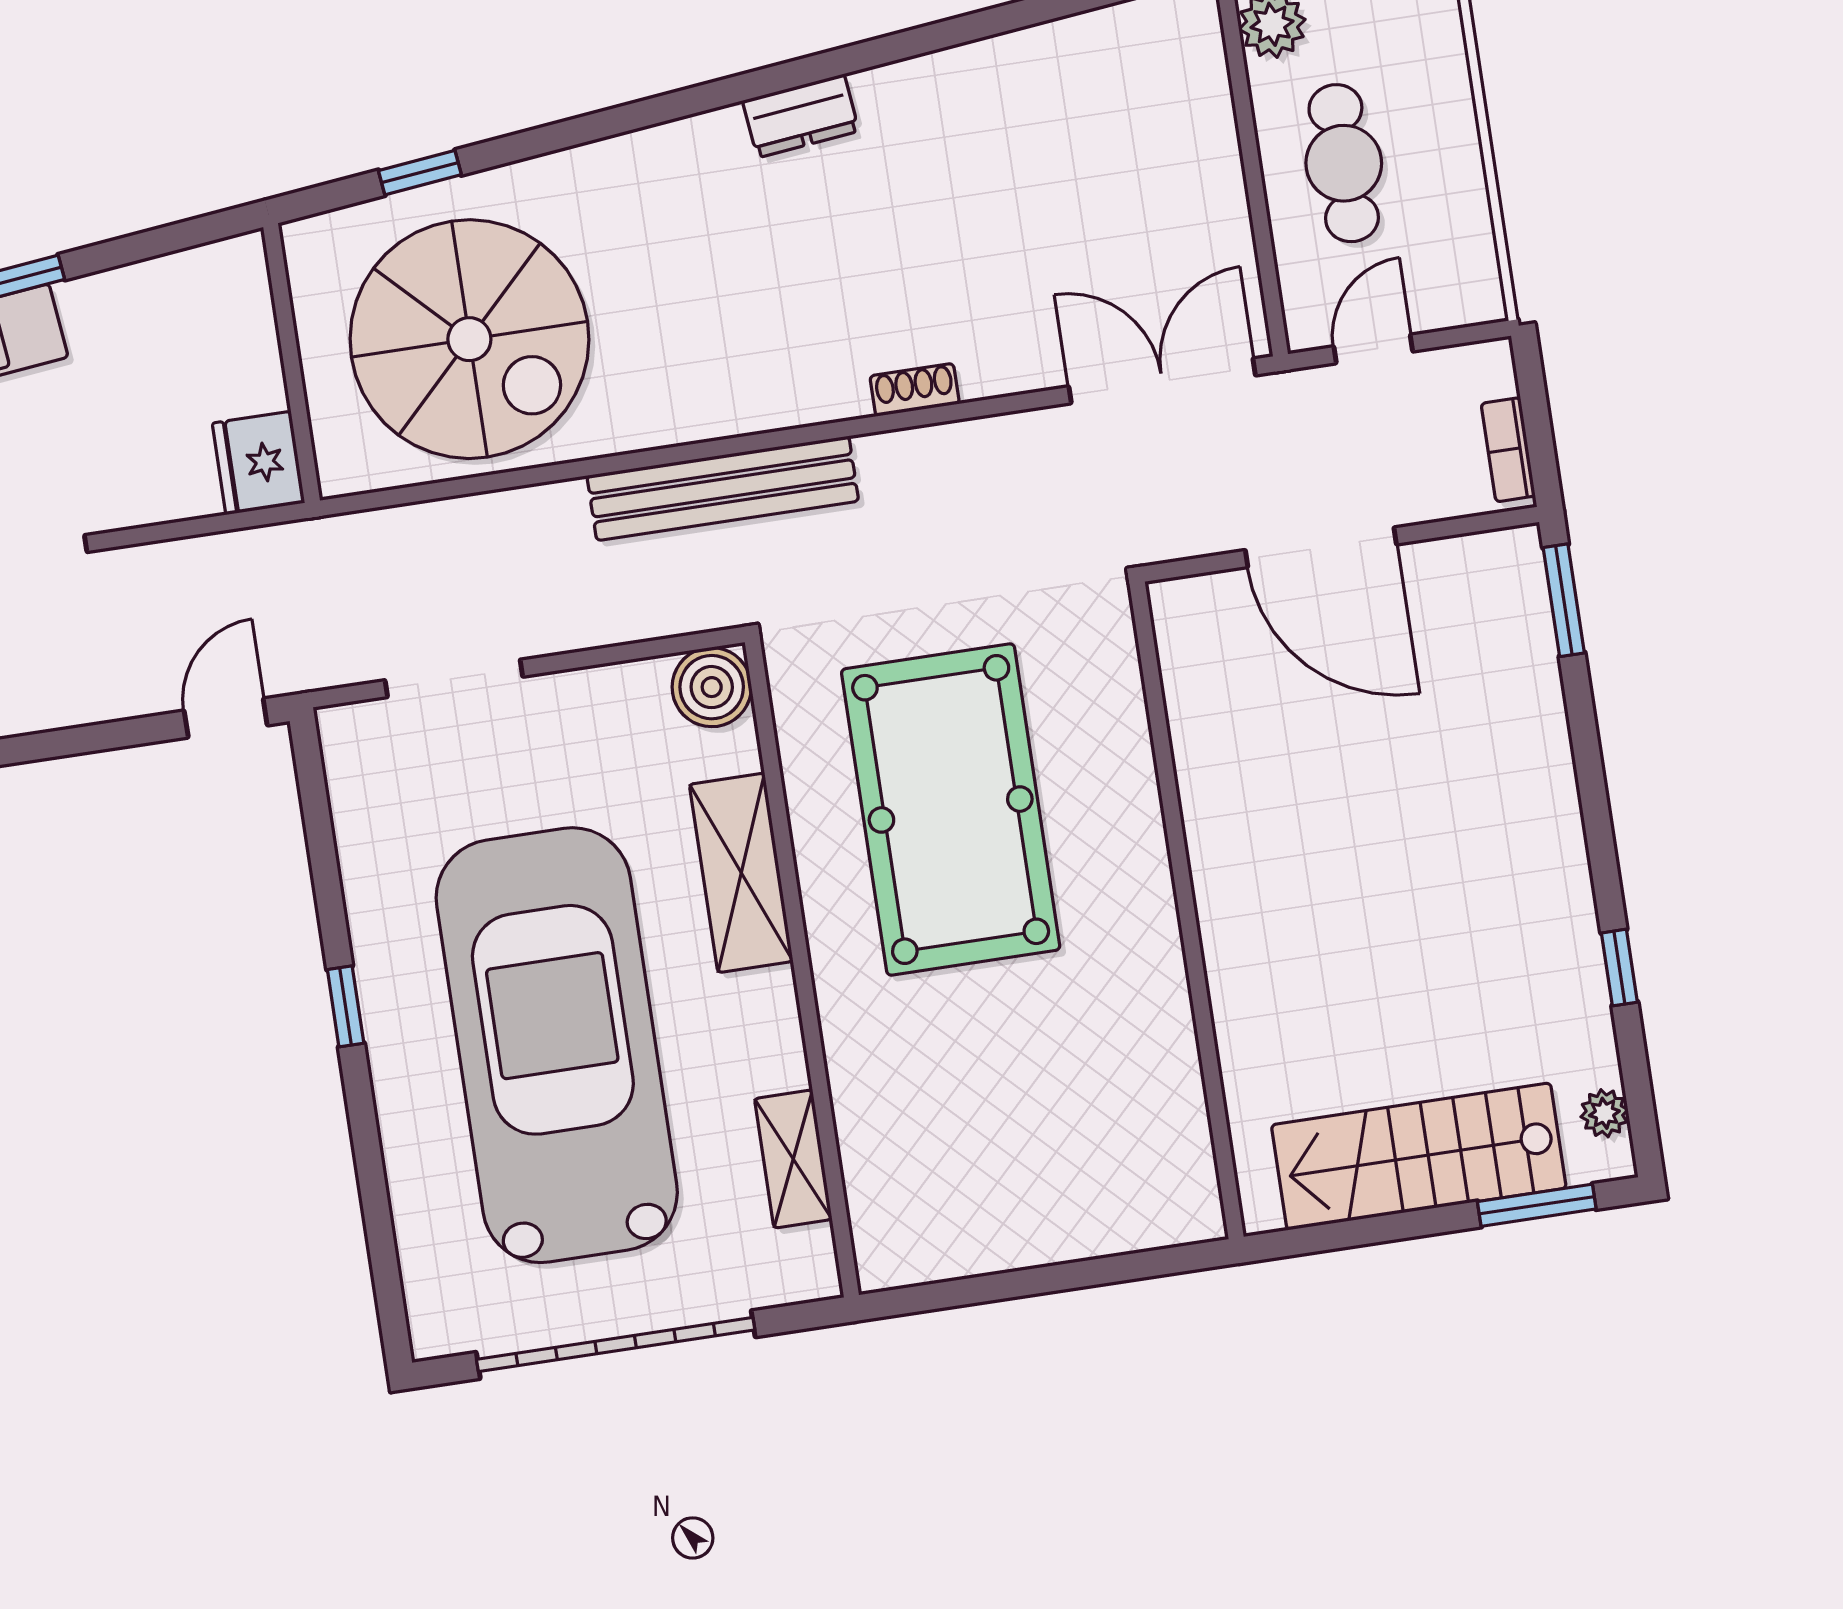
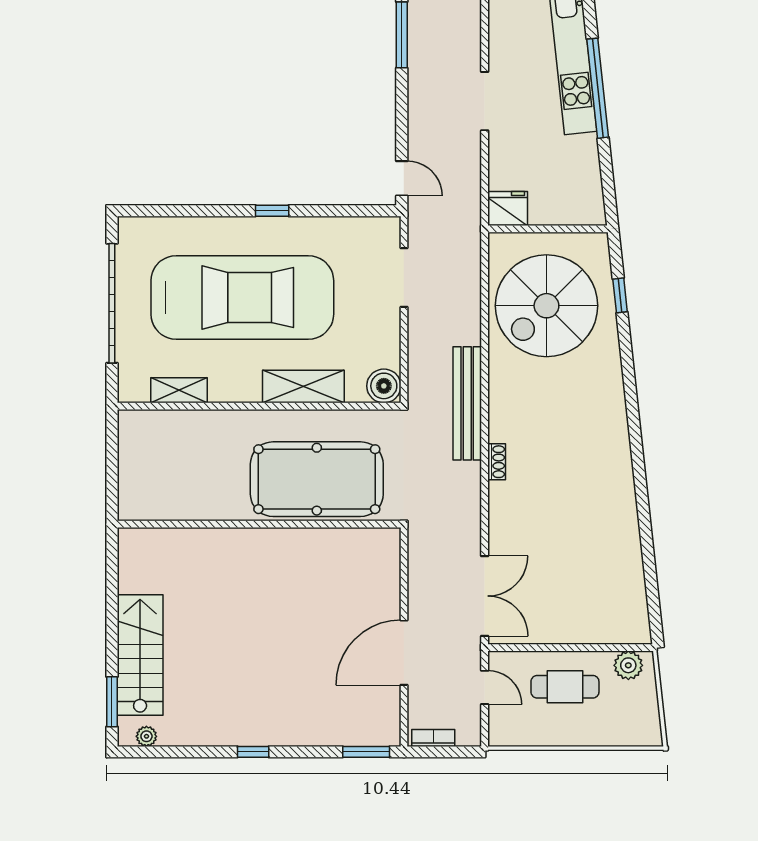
dresser: (801, 116) -> (620, 460), removed
shoe rack: (915, 390) -> (497, 462), moved
wall: (1187, 910) -> (259, 524), moved
window: (1619, 968) -> (253, 752), moved

